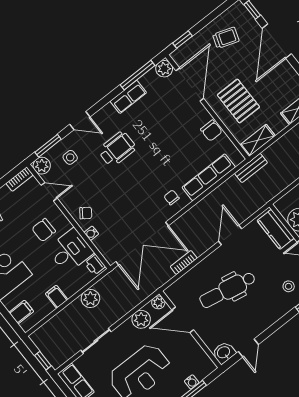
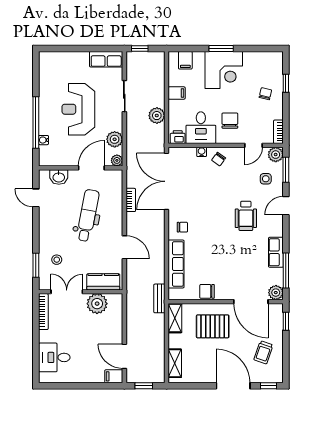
washbasin: (224, 353) -> (59, 177), moved, turned 90

